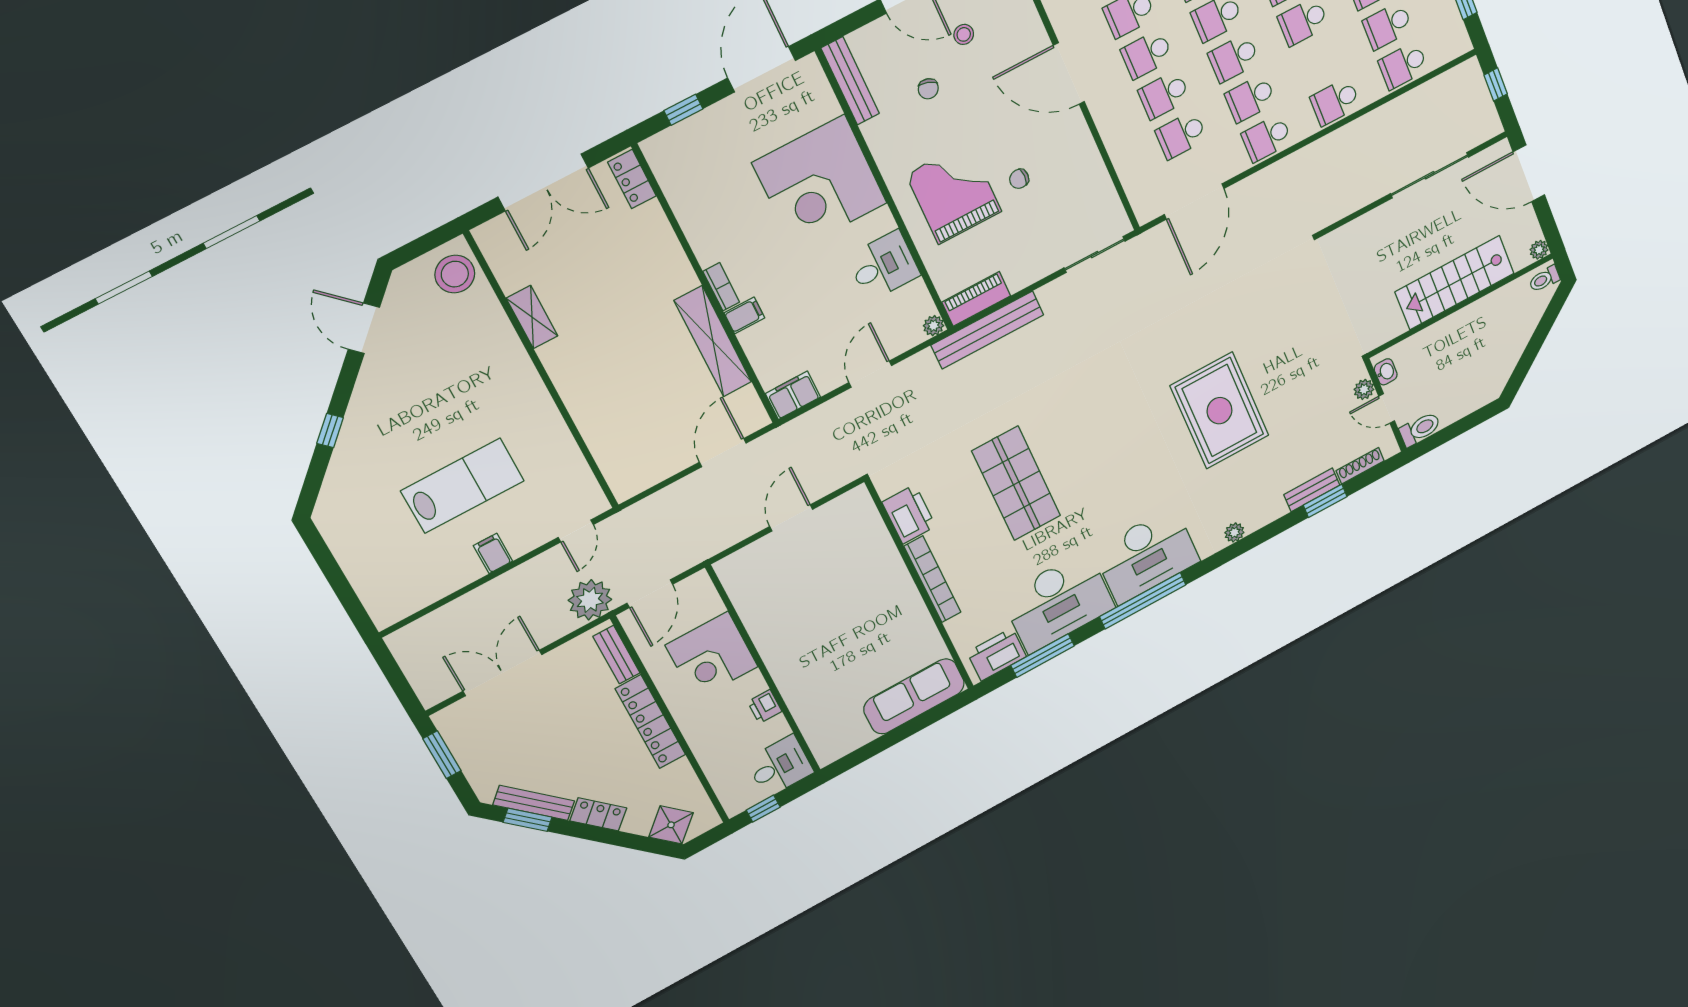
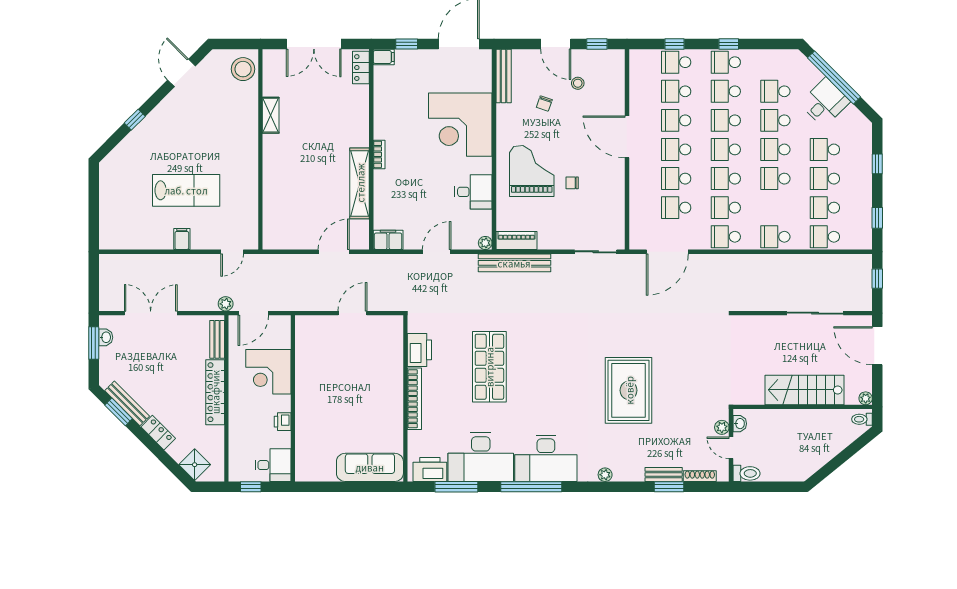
filing cabinet: (744, 315) -> (384, 57), moved
plant: (590, 600) -> (226, 304), width x0.53, depth x0.53
washbasin: (455, 738) -> (106, 337), added

